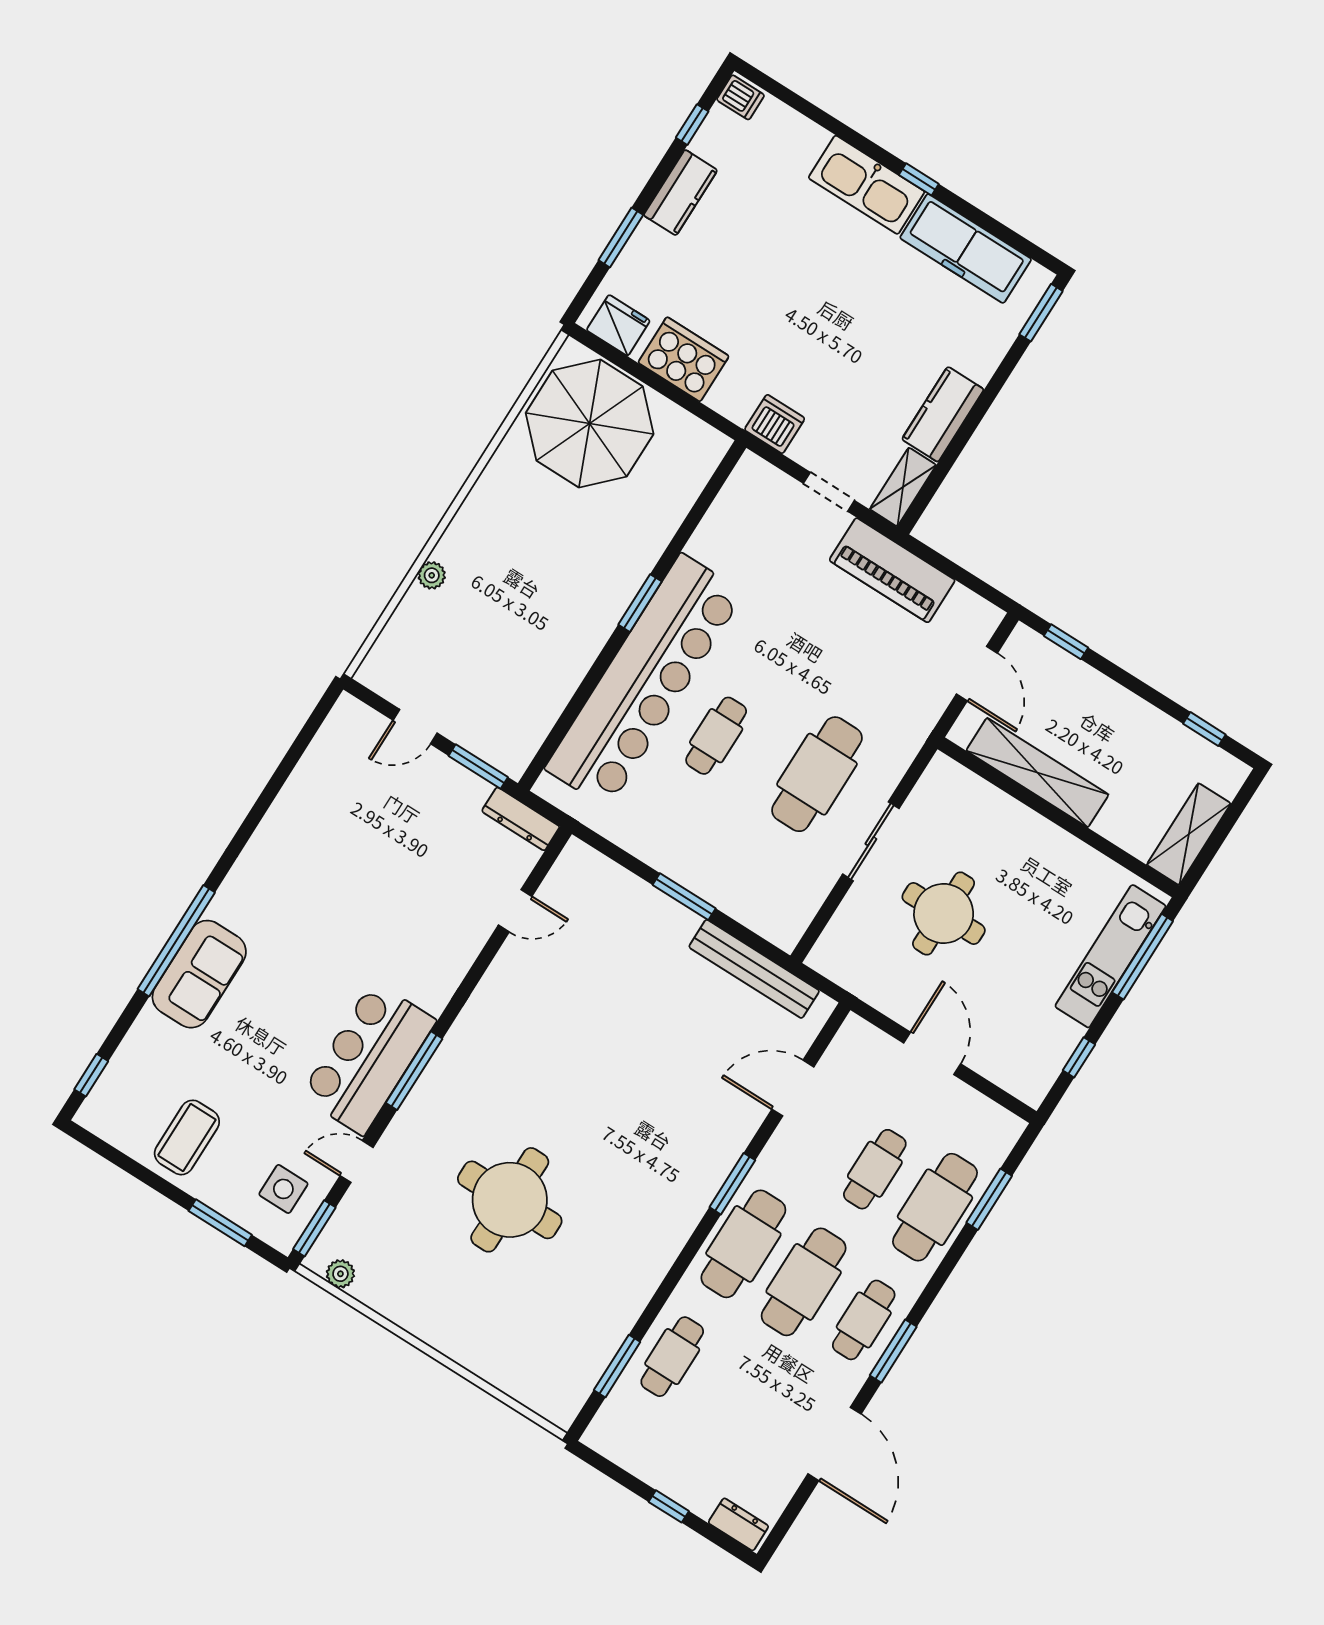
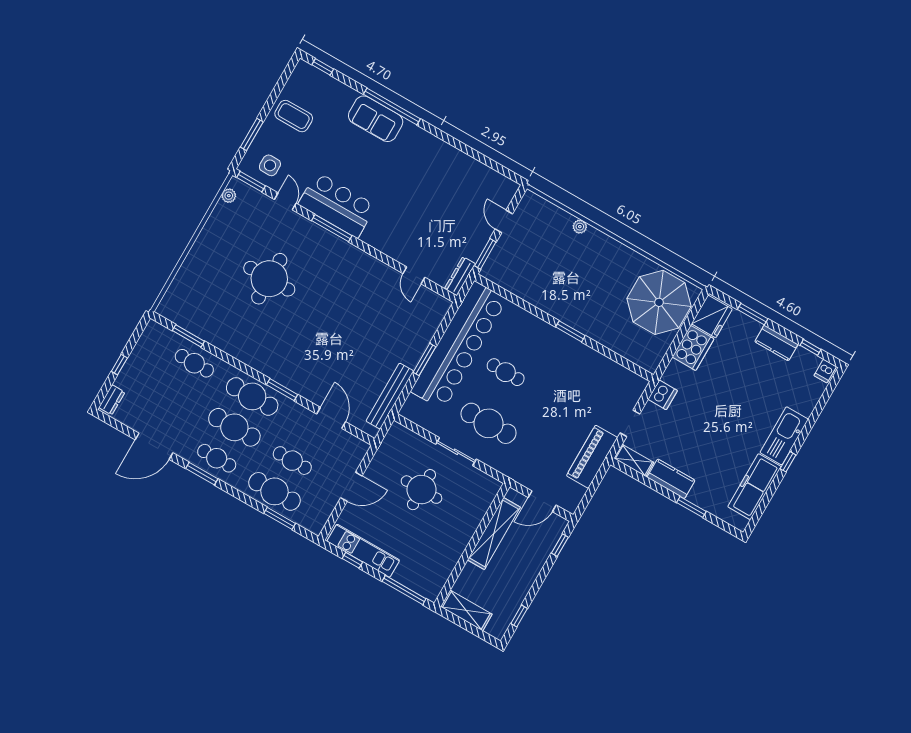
window: (1041, 313) -> (691, 507), moved
fridge: (618, 325) -> (712, 316), width x1.36, depth x1.34
bar counter: (644, 681) -> (459, 345), moved, turned -90
kitchen unit: (1110, 956) -> (363, 551), moved

